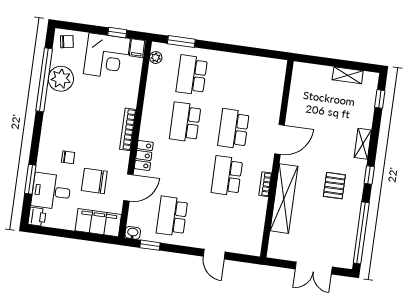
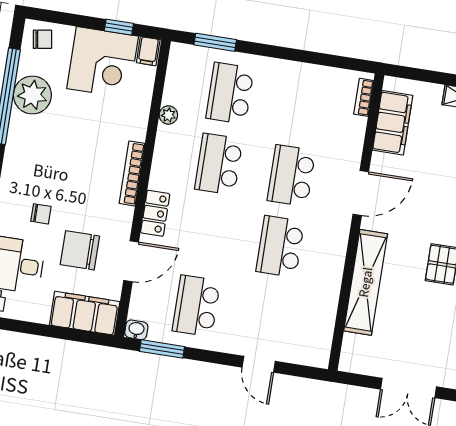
plant: (156, 58) -> (168, 115), moved
filing cabinet: (300, 92) -> (393, 123), added
bookcase: (265, 184) -> (364, 97), moved
window: (150, 245) -> (162, 349), width x1.50

